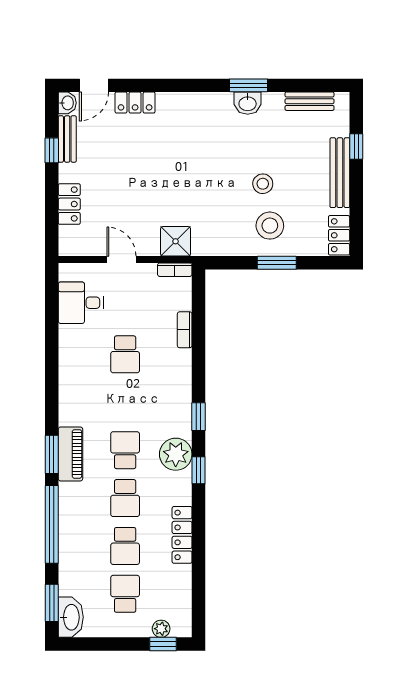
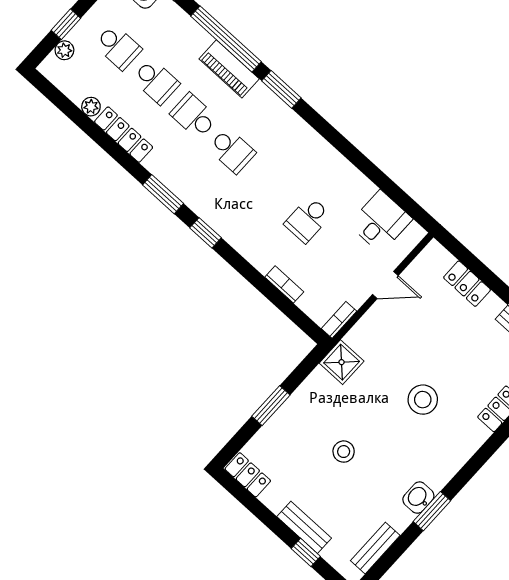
bench: (340, 173) -> (304, 527), width x0.73
stool: (270, 226) -> (423, 400), moved
shower: (176, 241) -> (342, 362), moved
school desk: (125, 354) -> (308, 220), turned -90
piano: (70, 454) -> (229, 69), moved
plant: (176, 454) -> (91, 107), moved, width x0.53, depth x0.53
window: (199, 470) -> (163, 194), width x1.50
school desk: (125, 546) -> (156, 81), turned 180
window: (163, 644) -> (66, 24), moved

